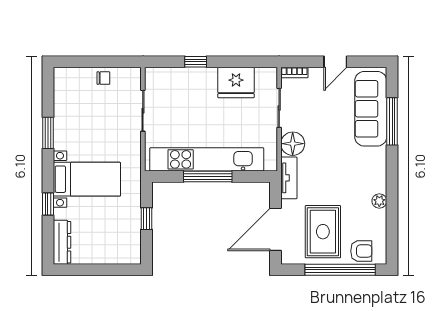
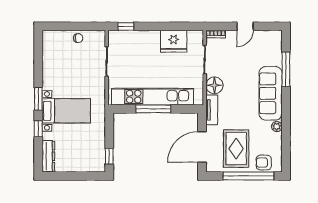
window: (196, 62) -> (126, 26), moved
sofa: (371, 109) -> (271, 93), moved
window: (48, 133) -> (38, 99), moved
window: (146, 219) -> (109, 156), moved
armchair: (361, 251) -> (264, 163), turned 180

